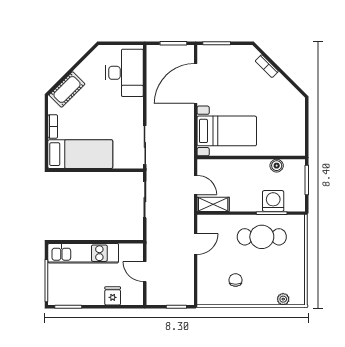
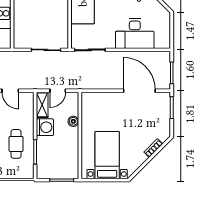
desk: (125, 73) -> (135, 34), moved
bed with nightstands: (227, 131) -> (107, 155), moved, turned 180
boiler: (277, 166) -> (73, 121), moved
washing machine: (273, 201) -> (45, 127), moved
cafe table: (262, 237) -> (16, 144), width x0.73, depth x0.74

